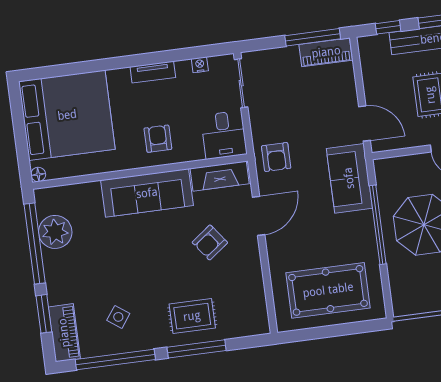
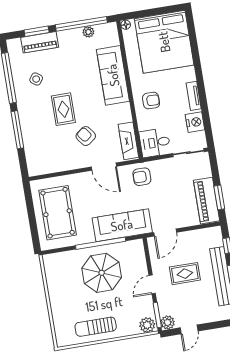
window: (313, 37) -> (219, 197), width x0.69
piano: (326, 52) -> (207, 201), width x1.37, depth x1.33
nightstand: (200, 65) -> (195, 122), width x1.89, depth x1.79
sofa: (349, 178) -> (122, 225), width x1.36
sofa: (147, 193) -> (113, 75), moved
plant: (55, 232) -> (88, 32), width x0.53, depth x0.53
rug: (192, 316) -> (63, 109), moved
piano: (64, 333) -> (40, 42), moved

